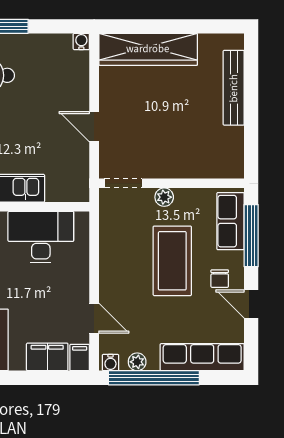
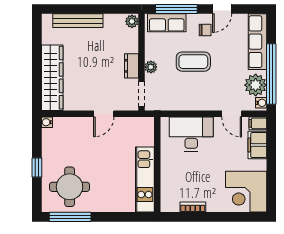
dresser: (166, 168) -> (132, 66), added
plant: (233, 169) -> (132, 21), added
desk: (41, 237) -> (191, 134), moved, turned 90
coffee table: (172, 261) -> (193, 62), width x0.73, depth x0.76
door: (94, 318) -> (232, 114), swing flipped
plant: (137, 362) -> (256, 85), width x1.87, depth x1.87

